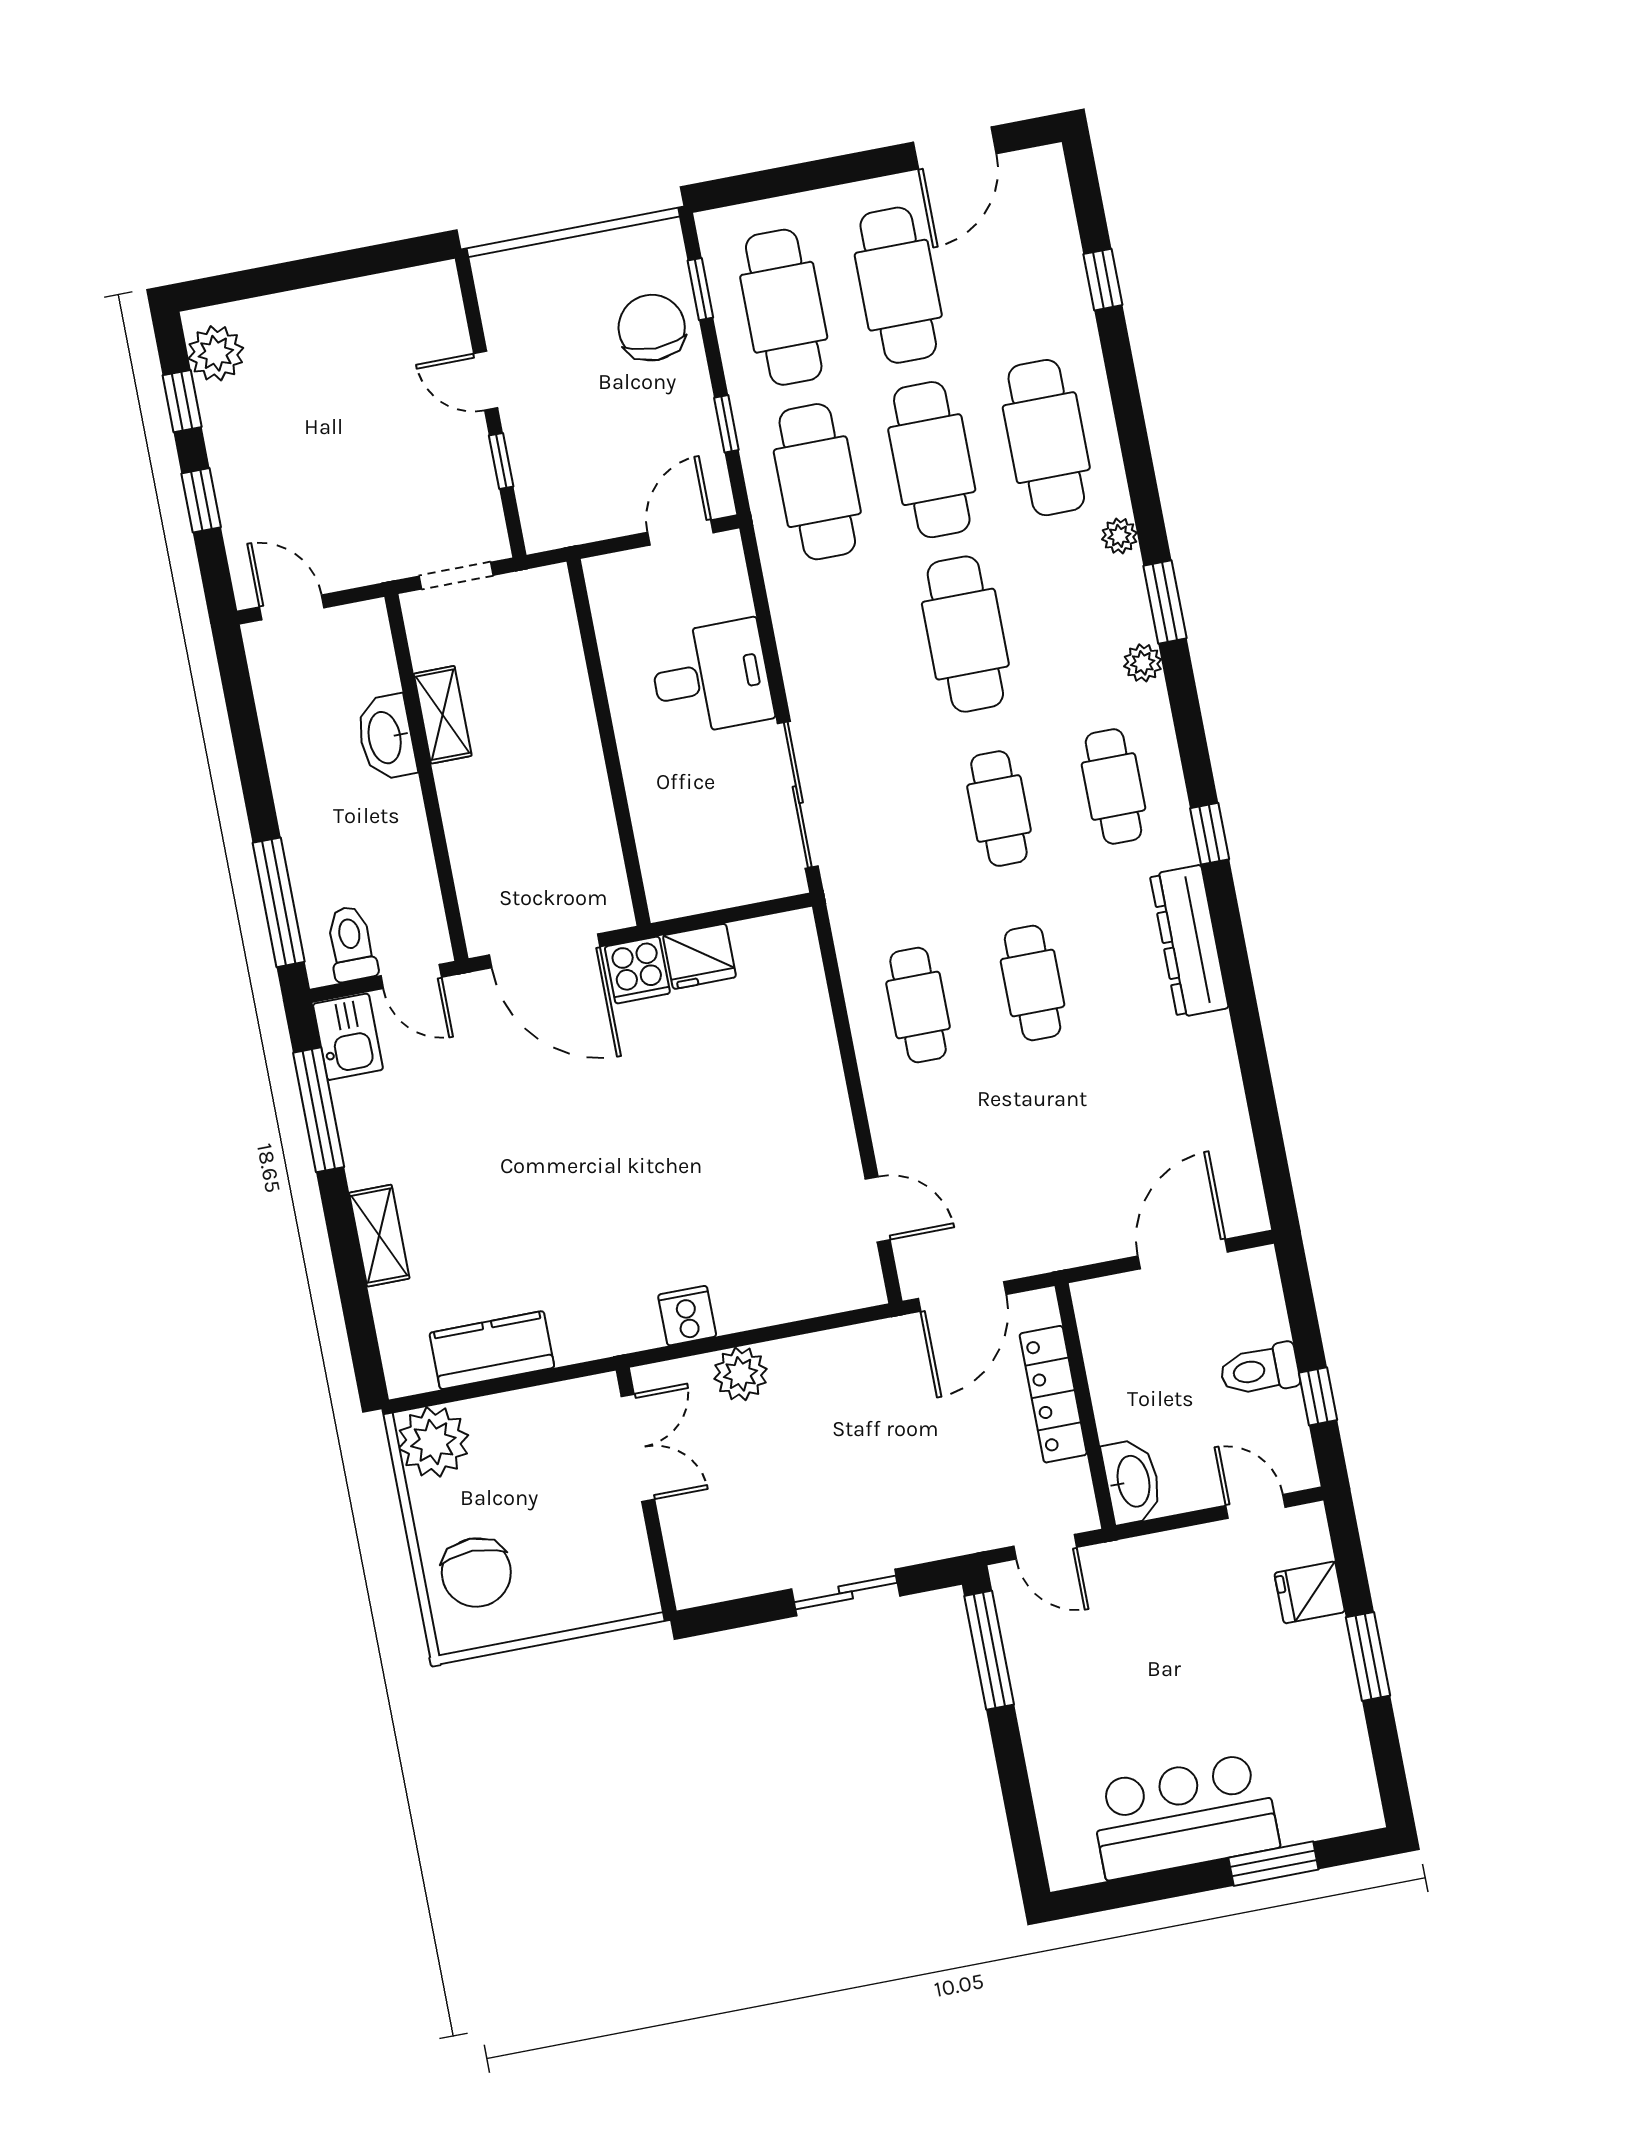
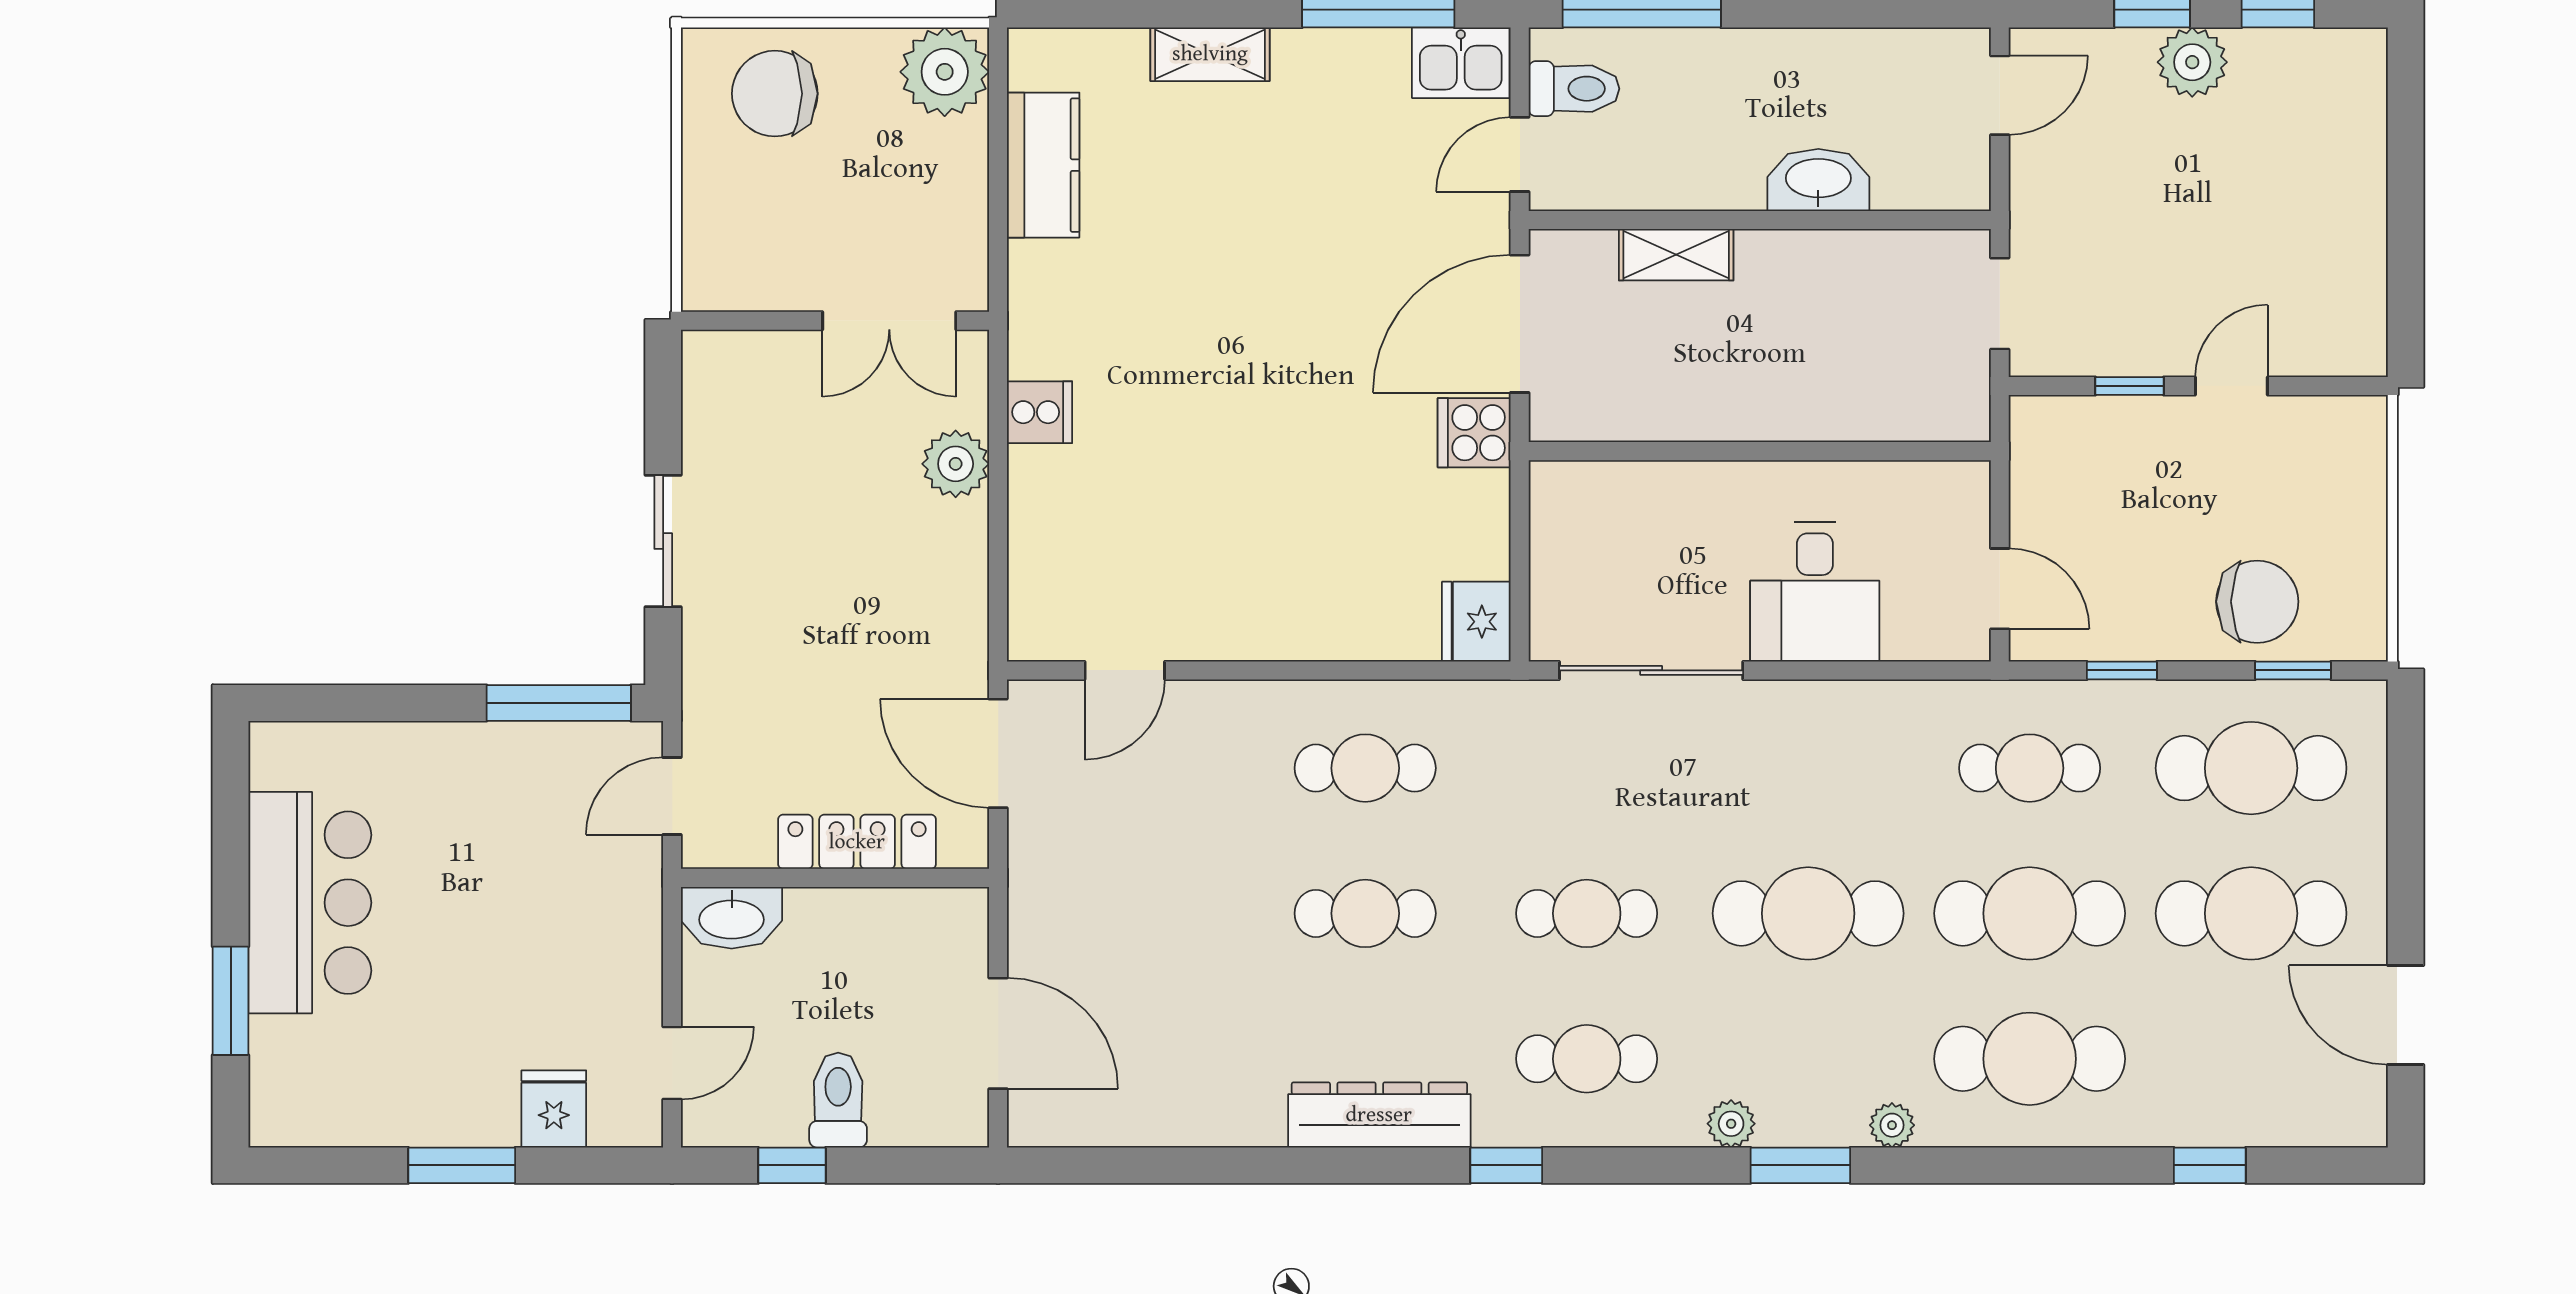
plant: (216, 353) -> (2192, 62), moved
cafe table: (817, 482) -> (2030, 768), width x0.73, depth x0.74
shelving: (443, 715) -> (1676, 255), moved
fridge: (700, 956) -> (1476, 622), moved

